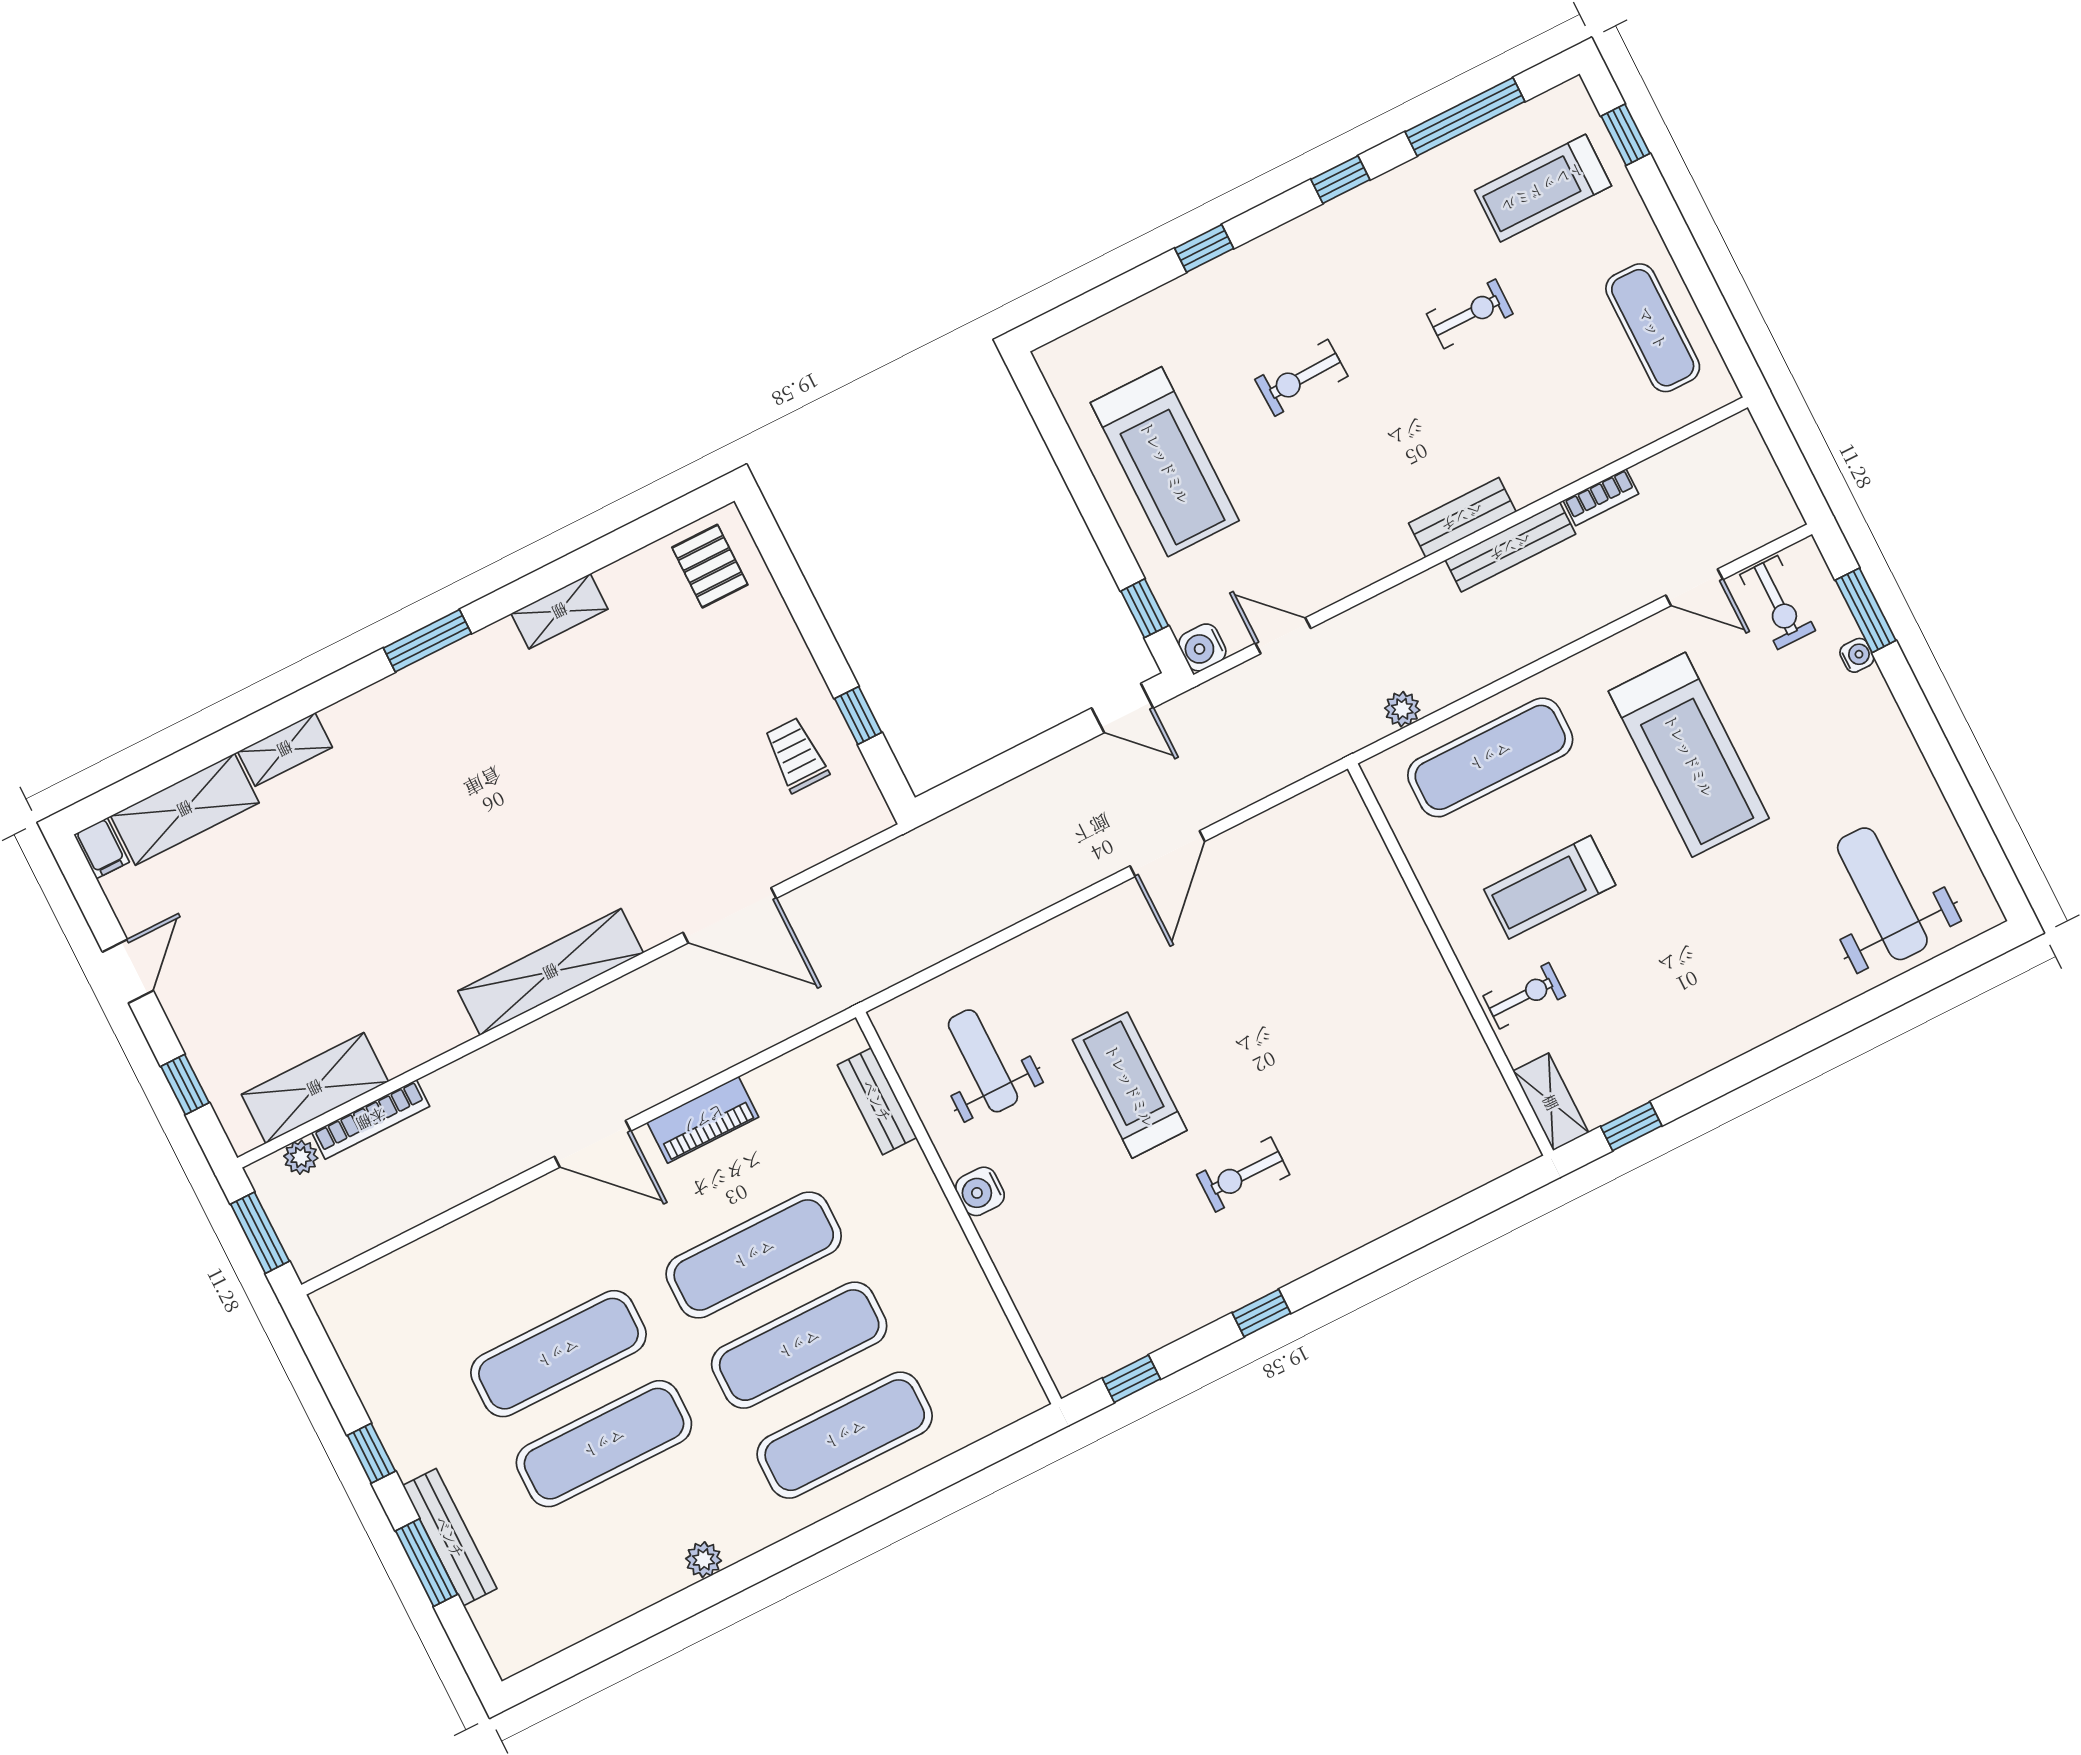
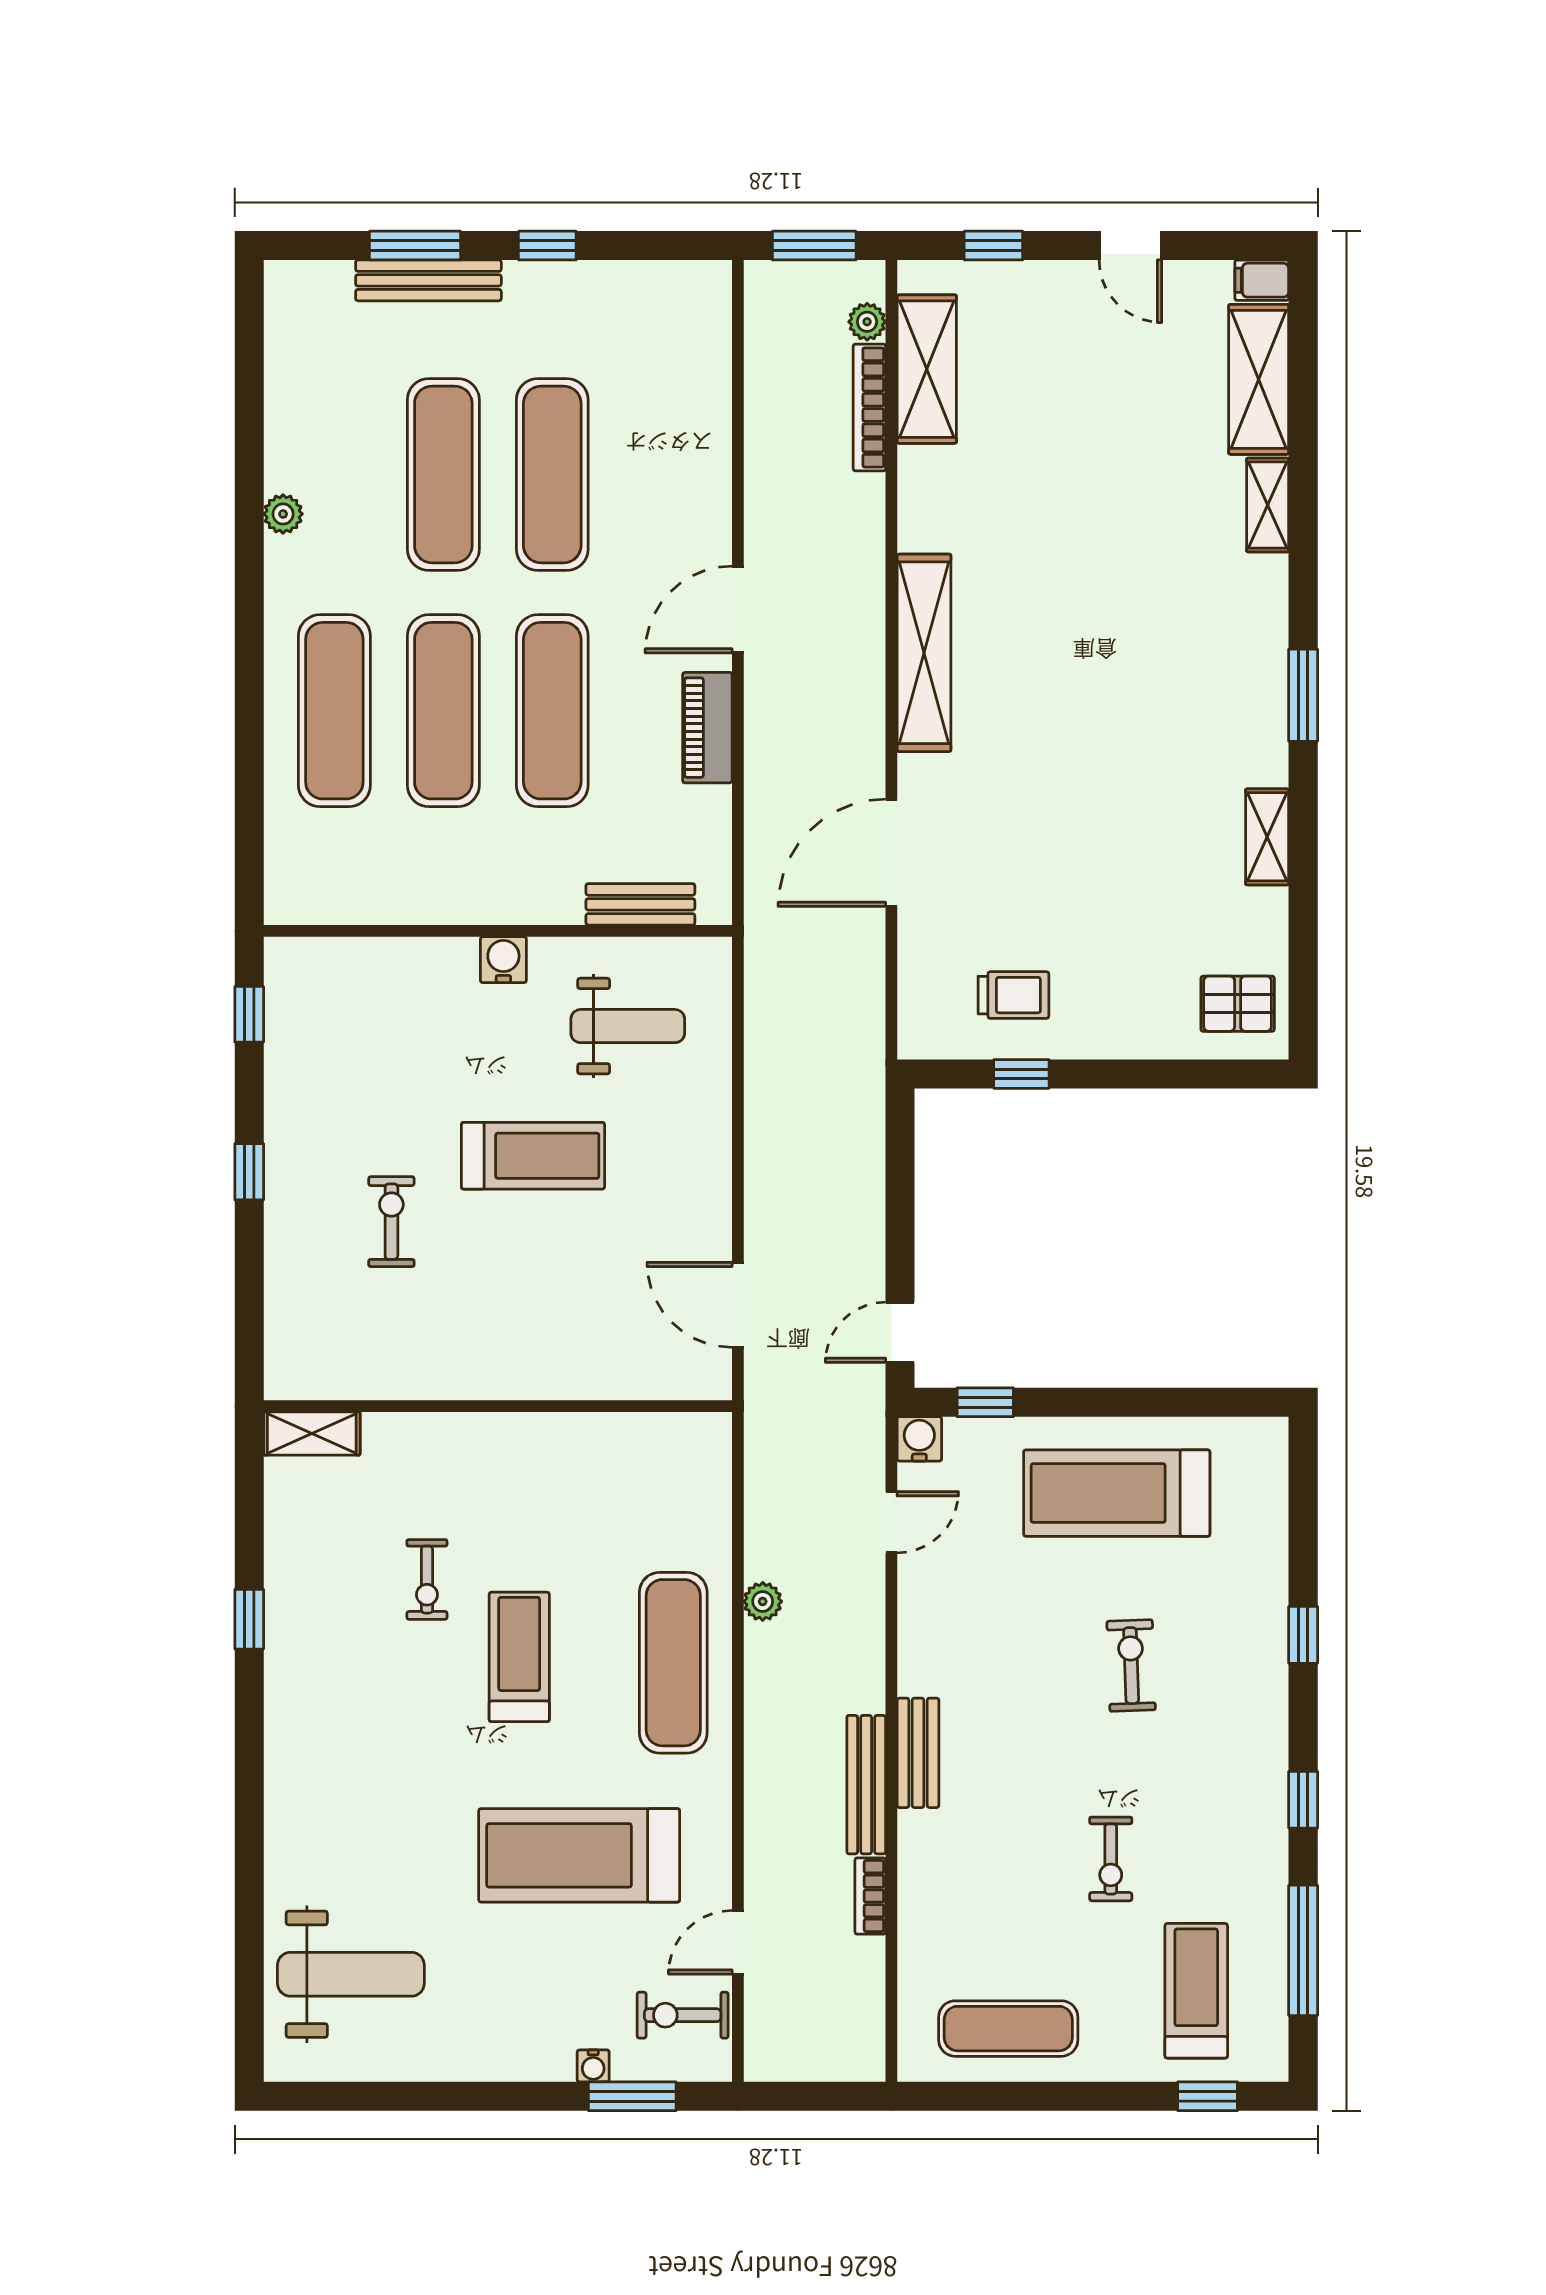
wall: (1451, 960) -> (498, 1406), moved
shelving: (1551, 1102) -> (312, 1434), moved

